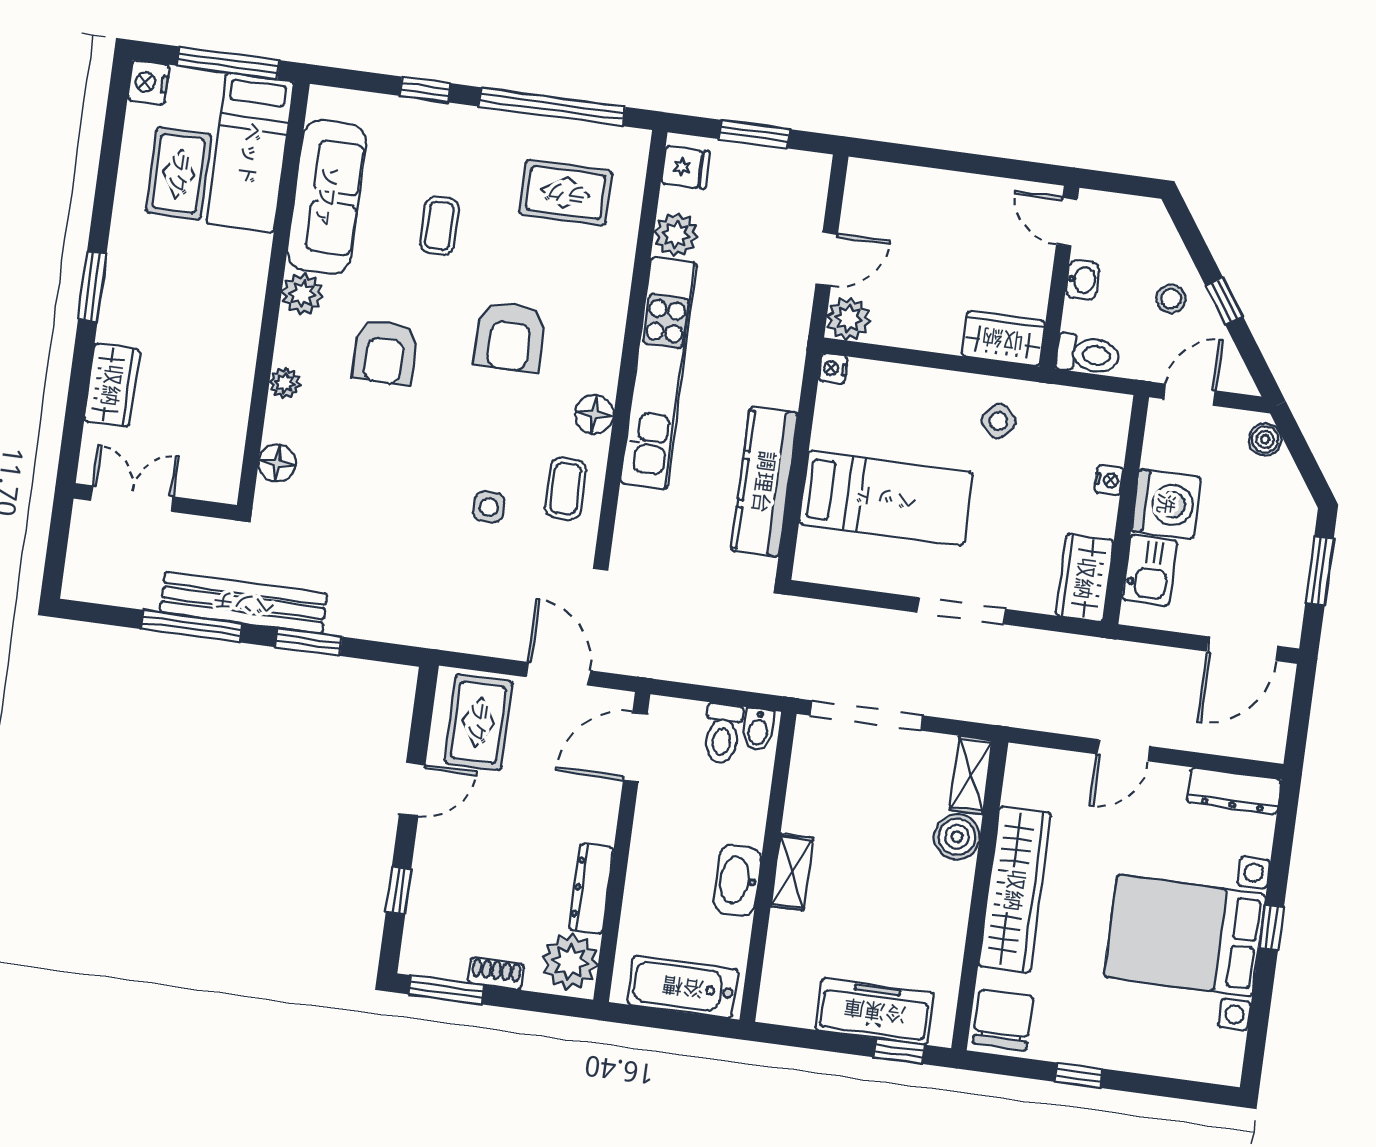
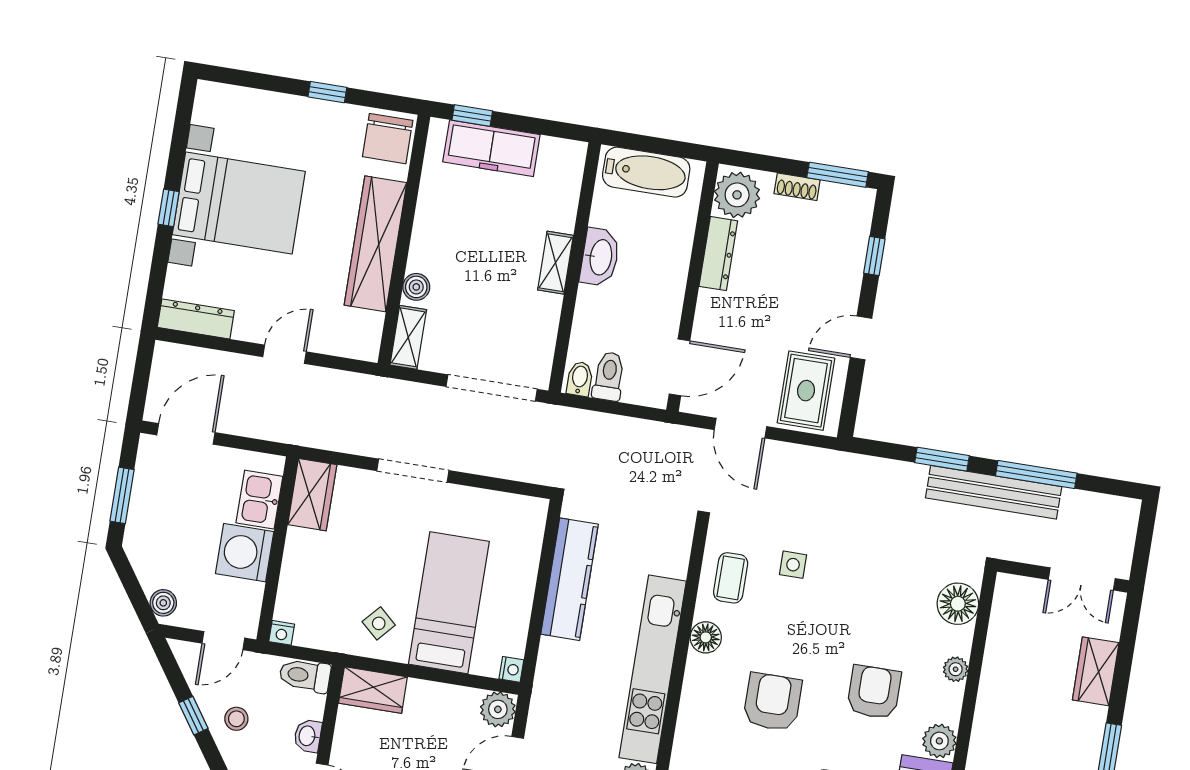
floor lamp: (277, 463) -> (958, 604), width x1.38, depth x1.38
nightstand: (1109, 480) -> (282, 633), moved, turned -90
bed: (886, 498) -> (449, 603), moved, turned 90
boiler: (957, 837) -> (416, 287), width x0.73, depth x0.73

